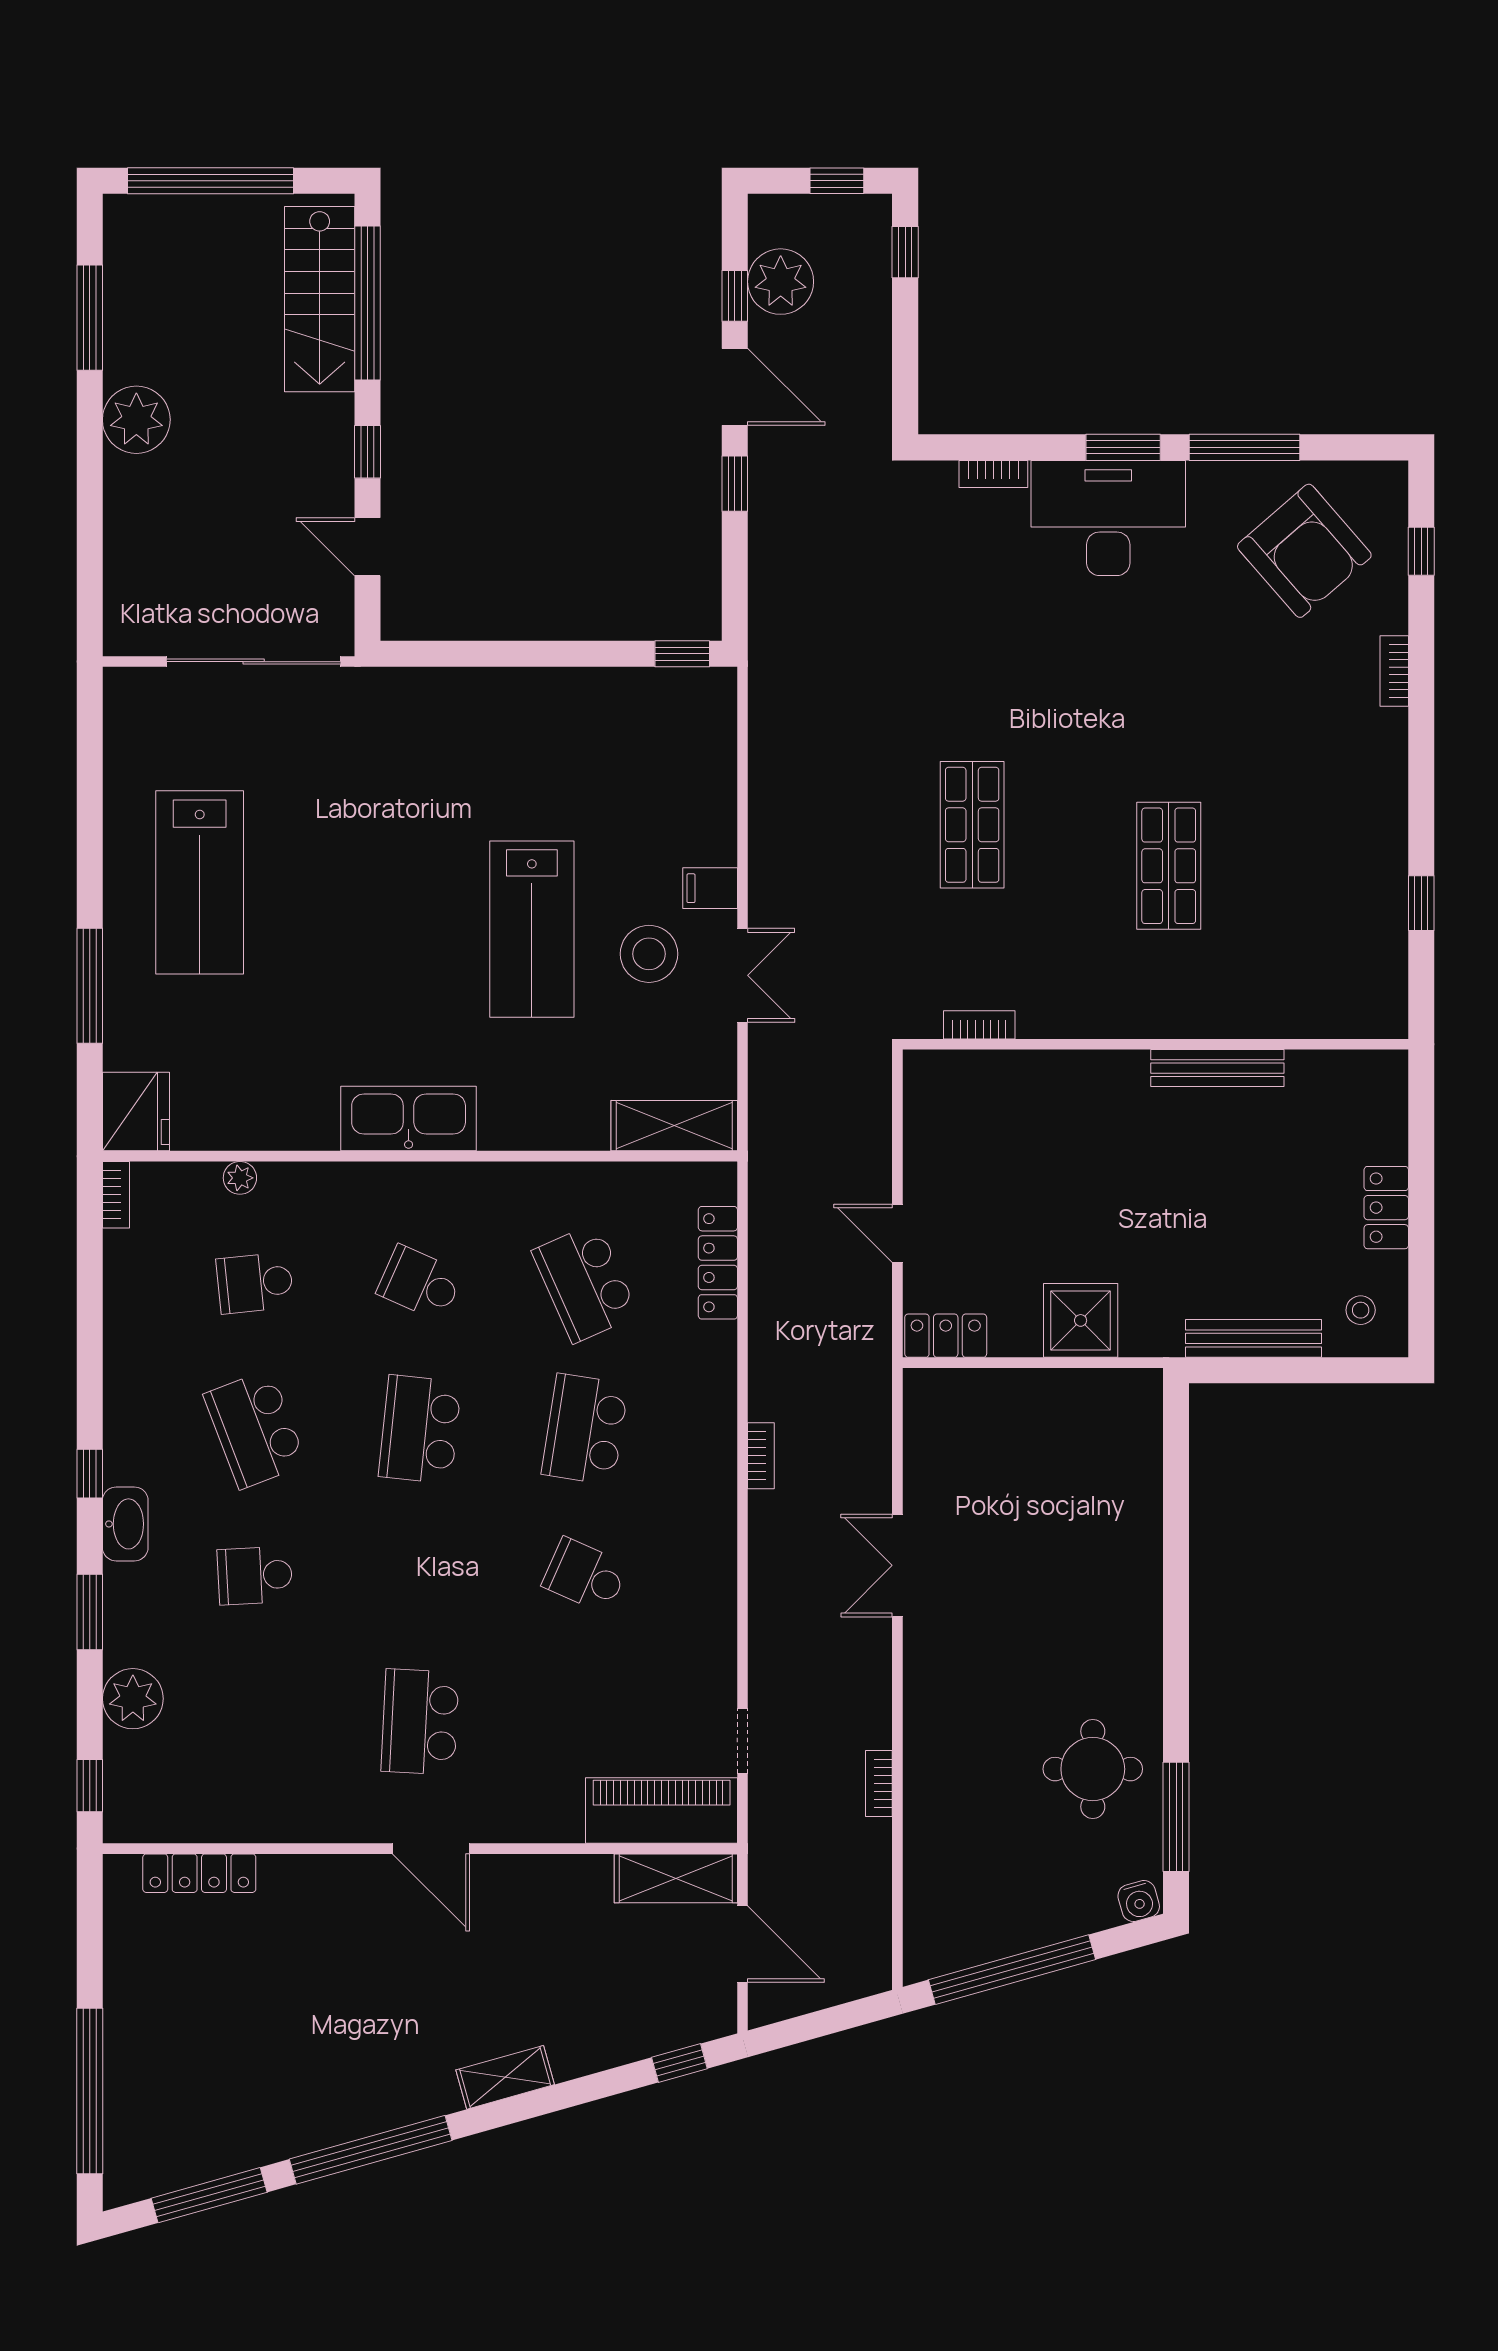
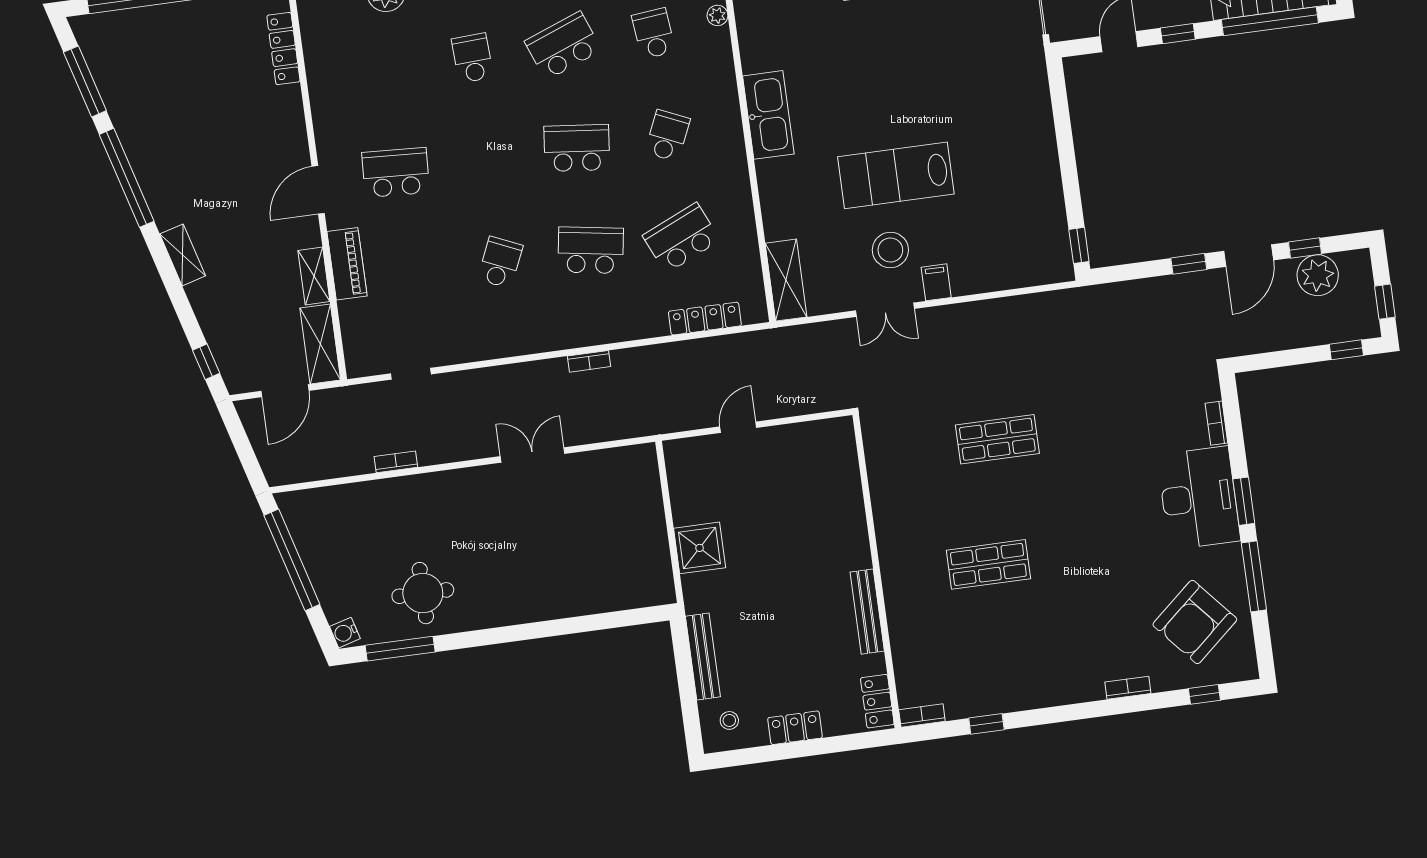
bookcase: (979, 1025) -> (922, 716), moved, turned -90
locker: (946, 1336) -> (877, 701), moved, turned 180
piano: (662, 1810) -> (347, 264), moved, width x0.73, depth x0.75
shelving: (567, 1874) -> (314, 276), added

